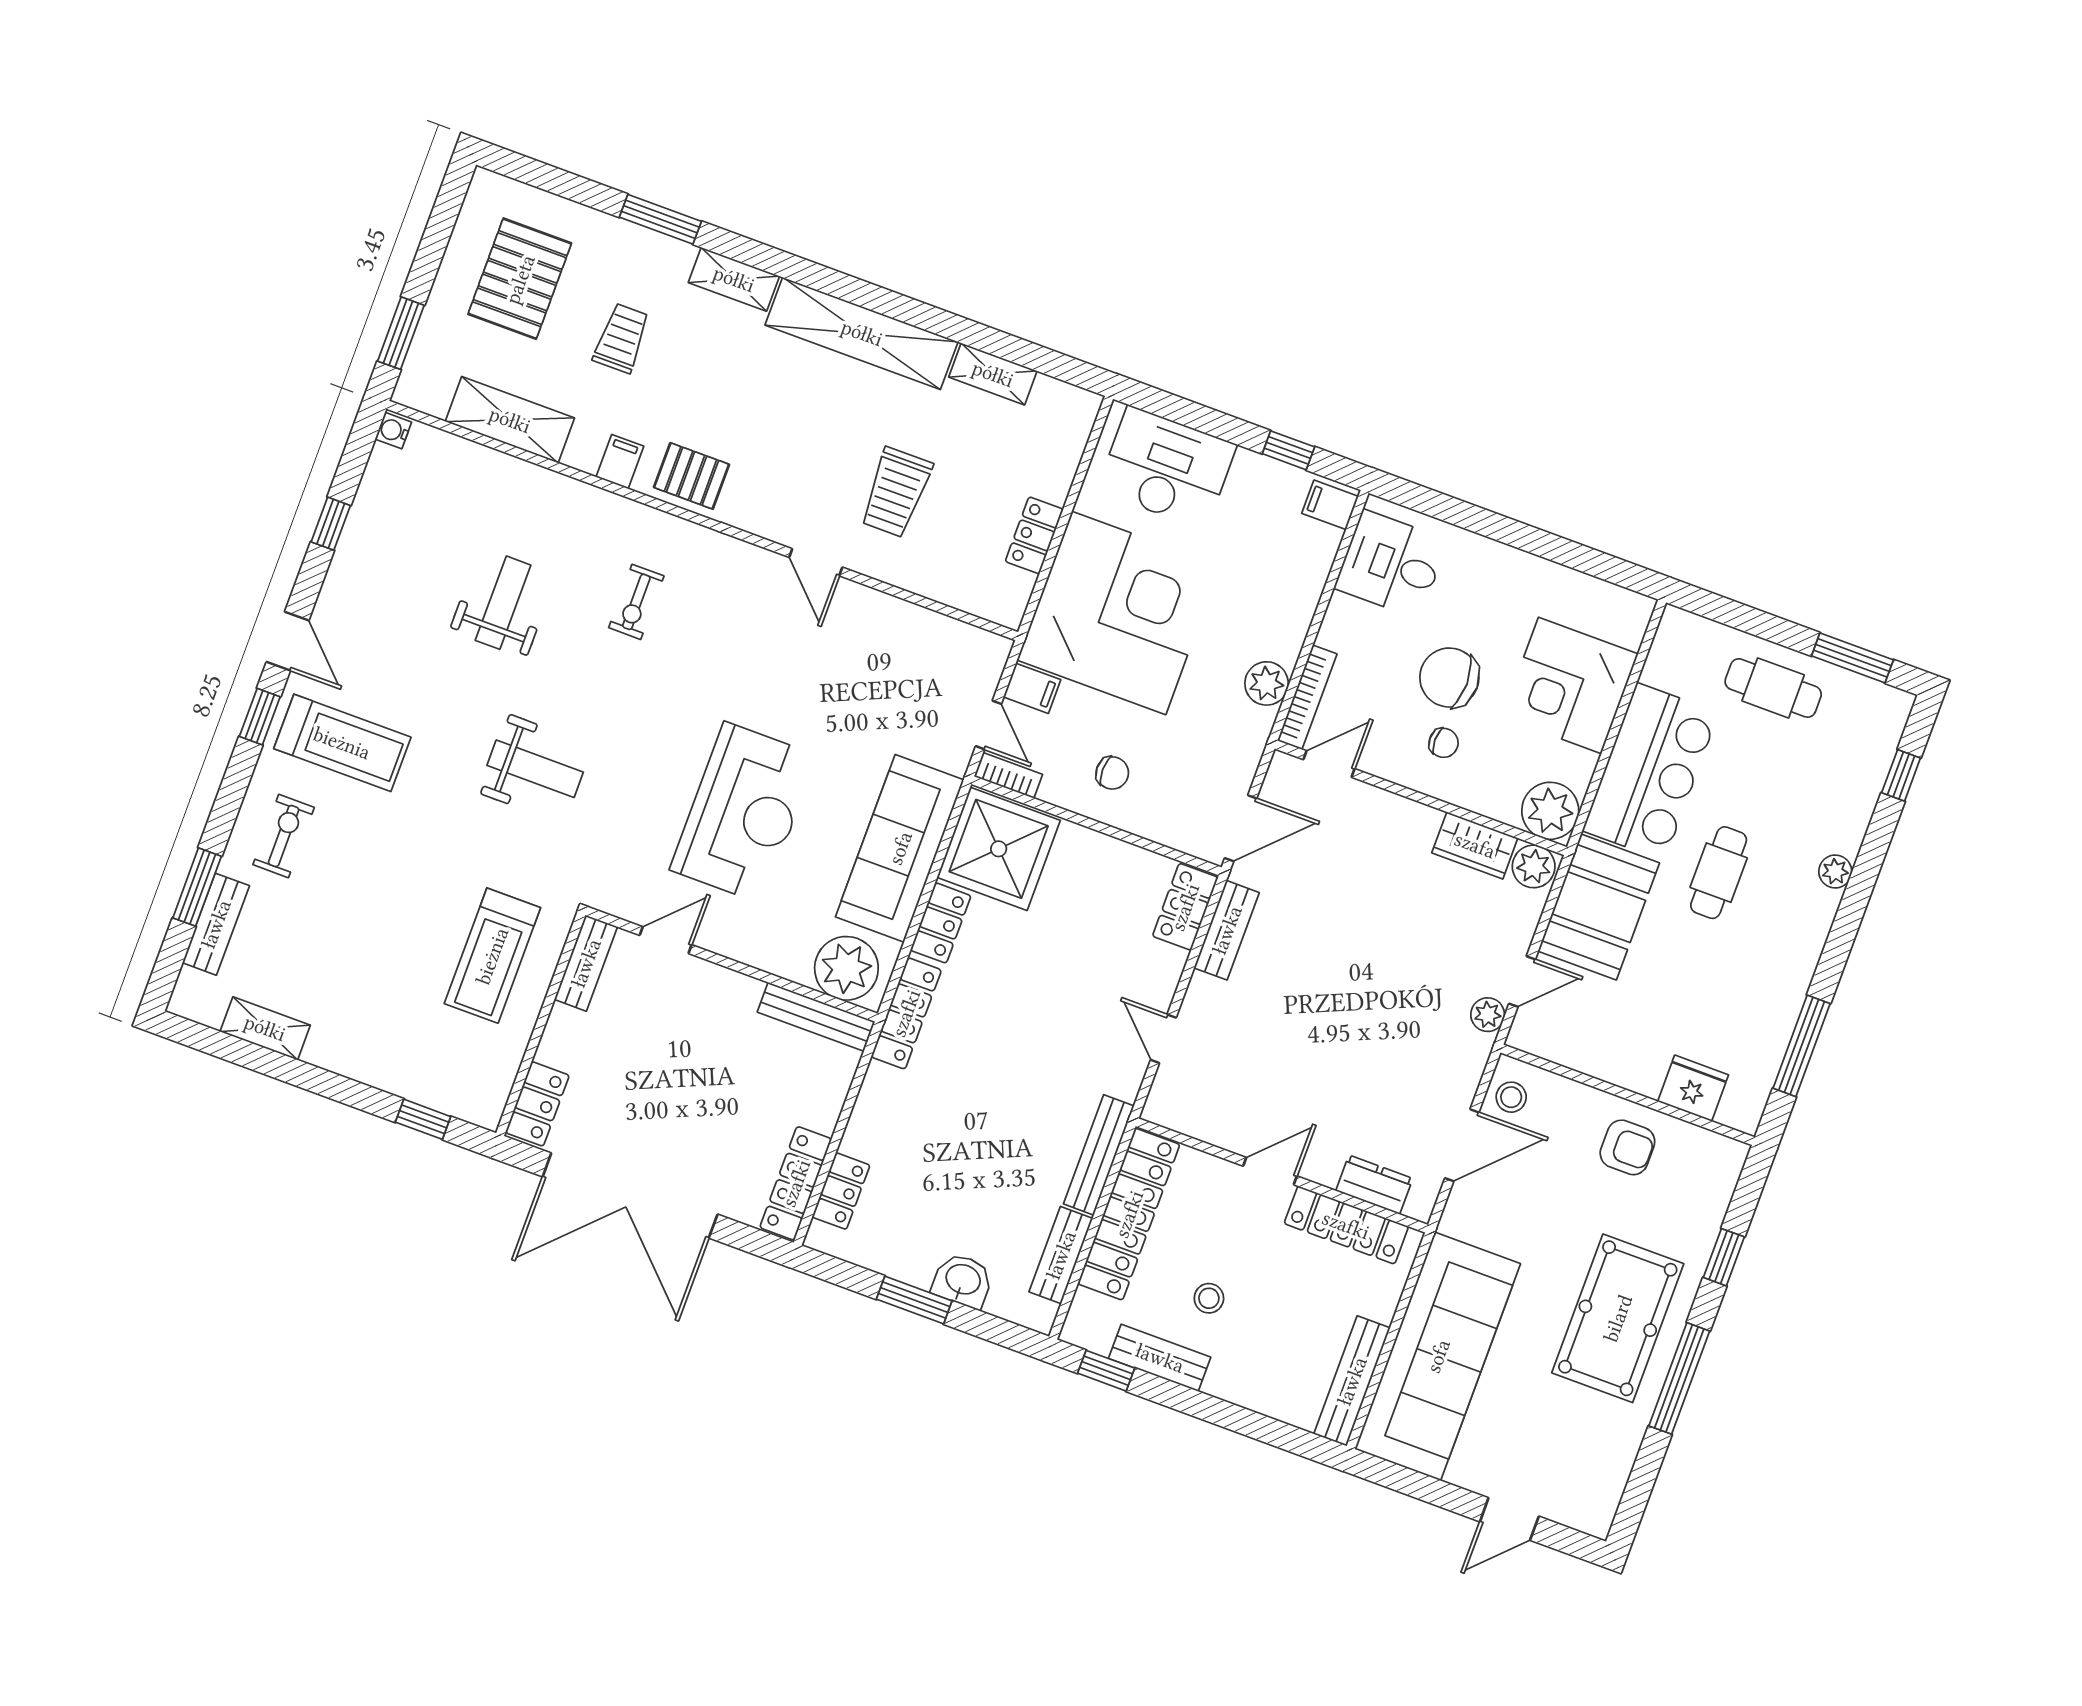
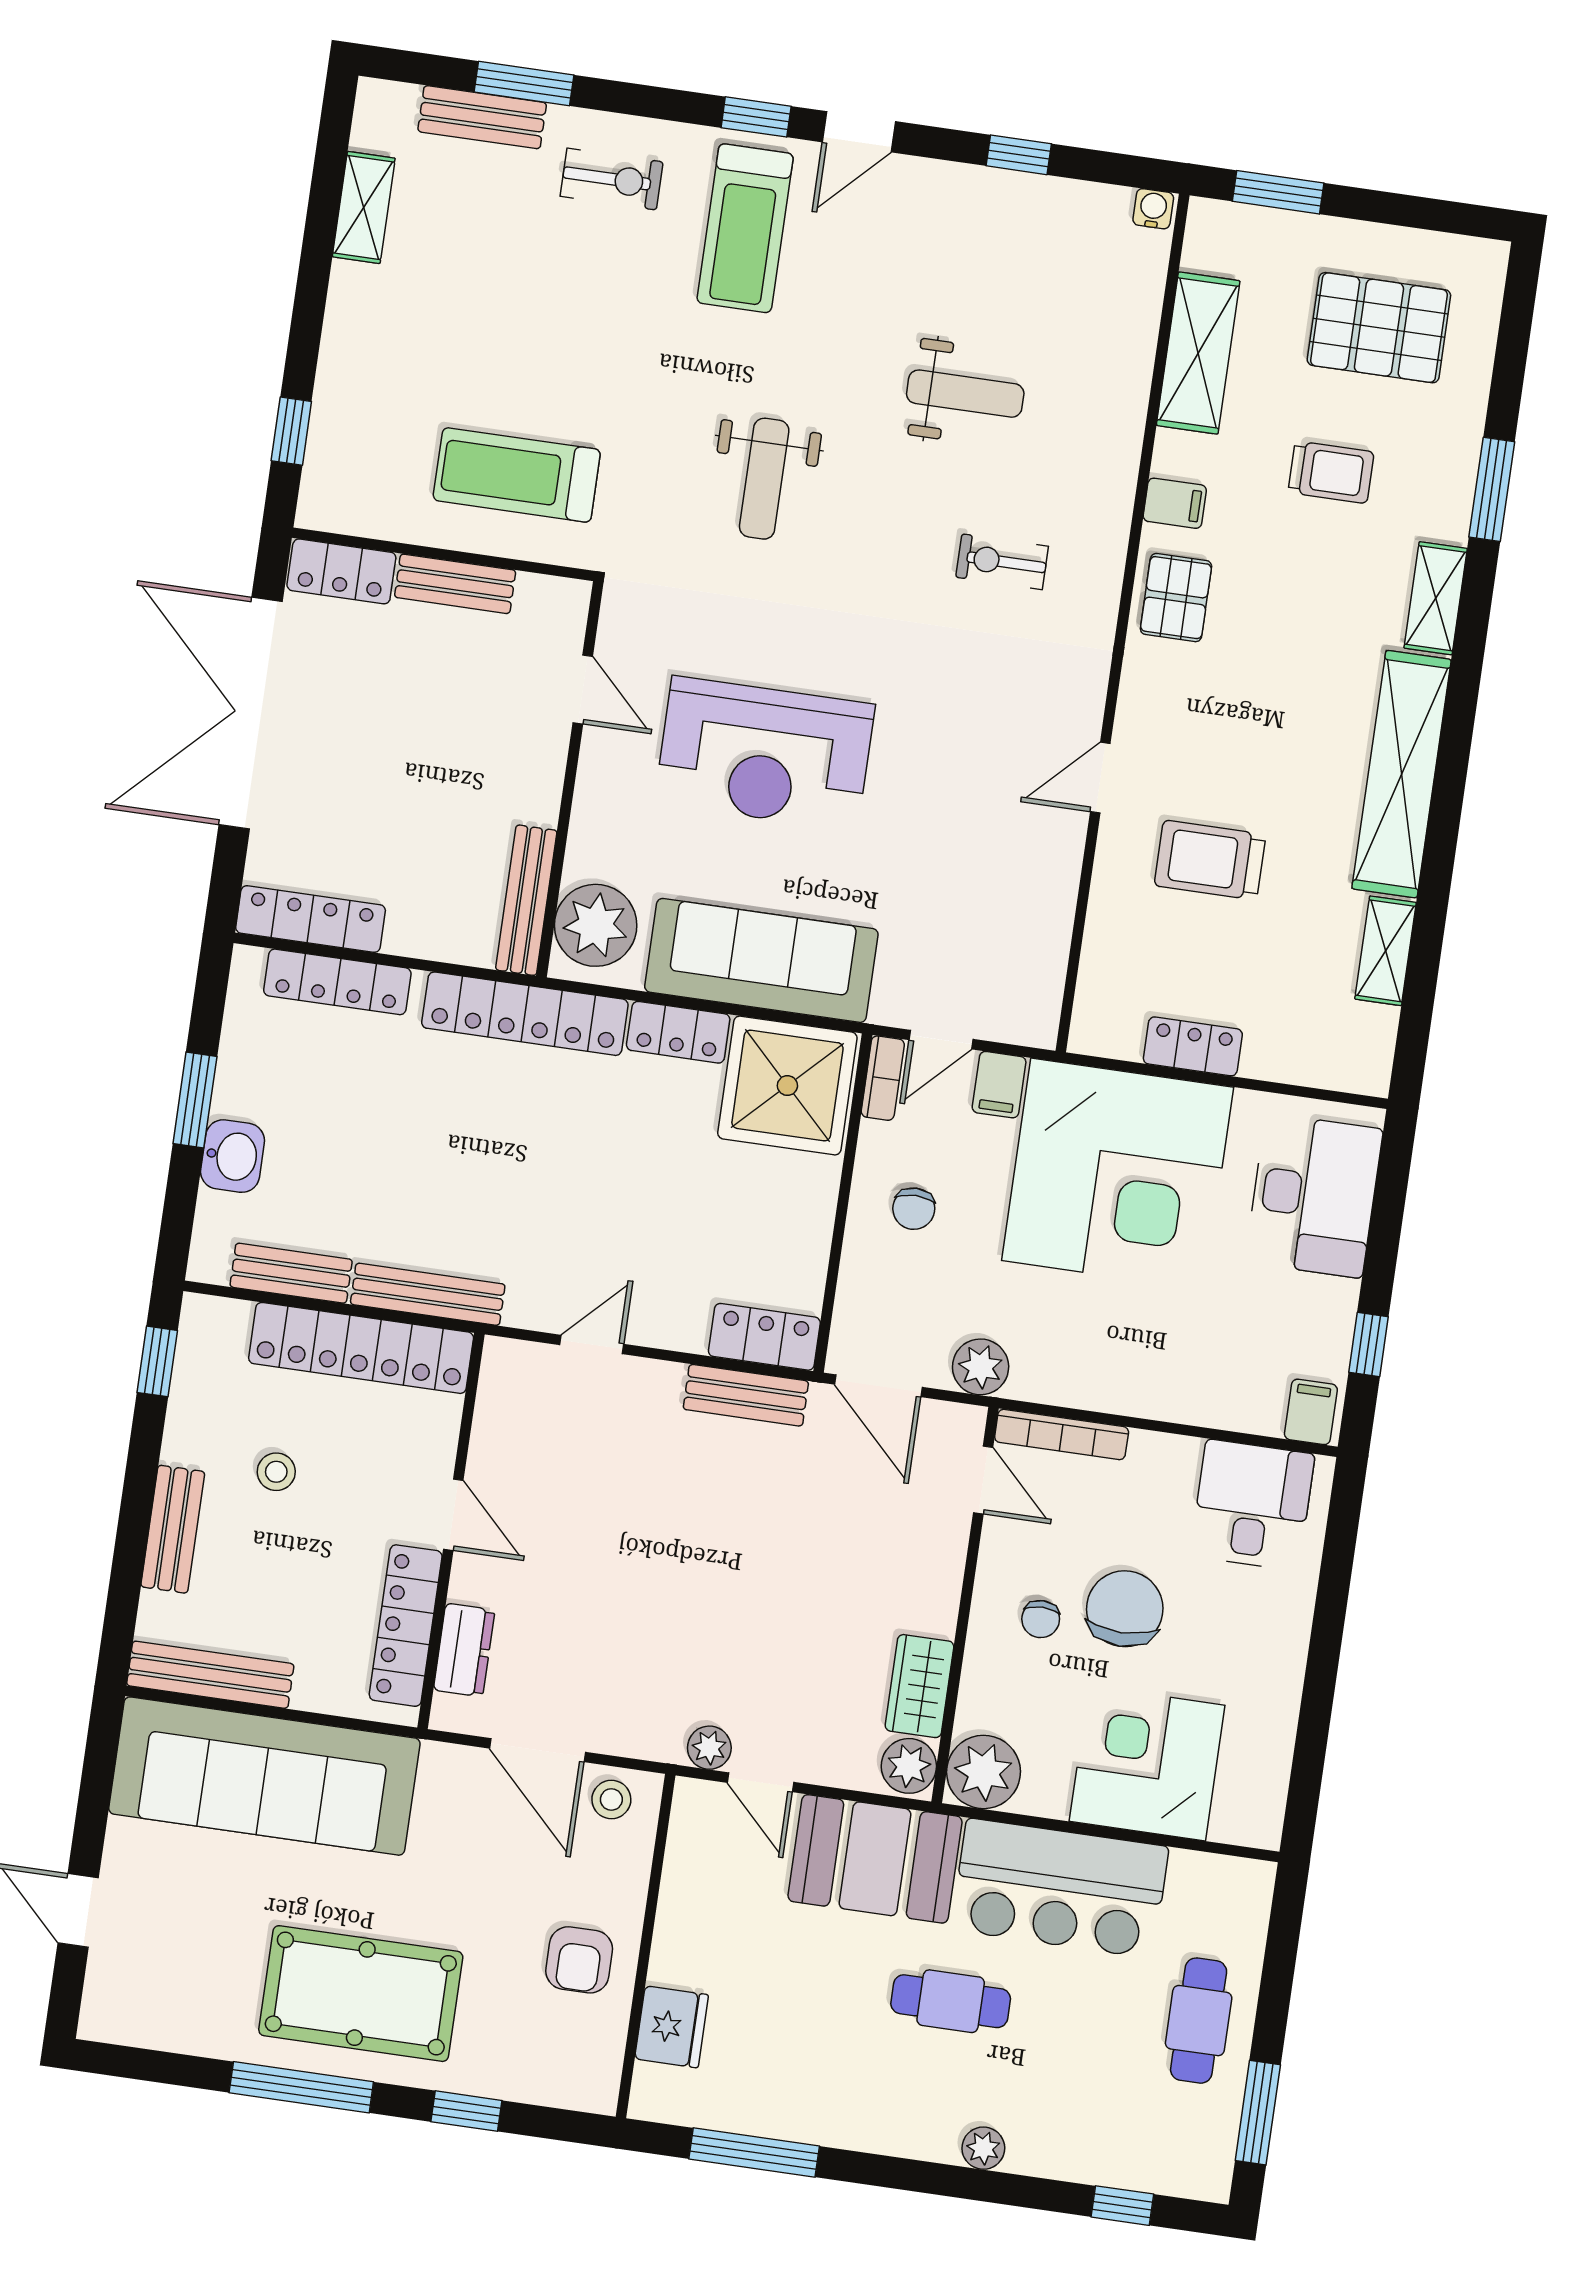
plant: (1267, 683) -> (981, 1367), moved
bench: (586, 963) -> (455, 584), moved
locker: (906, 1013) -> (525, 1014), width x1.41, depth x1.21
locker: (841, 1191) -> (337, 982), width x1.53
bench: (1160, 1358) -> (173, 1529), moved

